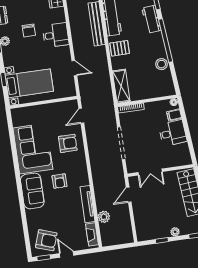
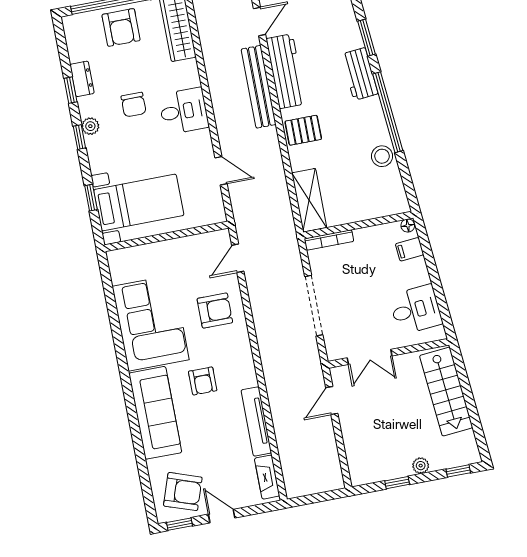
desk: (173, 133) -> (416, 310), moved
sofa: (32, 191) -> (155, 413), width x1.36
plant: (104, 217) -> (288, 444), removed

